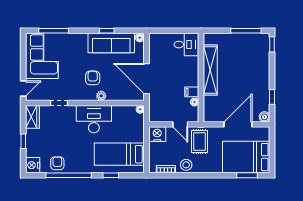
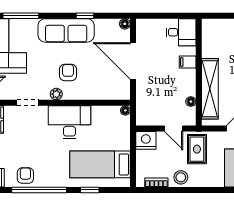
sofa: (111, 43) -> (66, 30), moved
shelving: (210, 70) -> (210, 89), moved
door: (146, 79) -> (133, 61), moved
filing cabinet: (192, 92) -> (188, 62), moved
plant: (101, 96) -> (56, 94), moved

